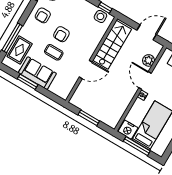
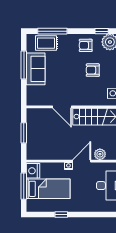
armchair: (61, 34) -> (93, 70), moved
coffee table: (54, 52) -> (61, 72), removed
window: (28, 82) -> (24, 65), width x1.44

